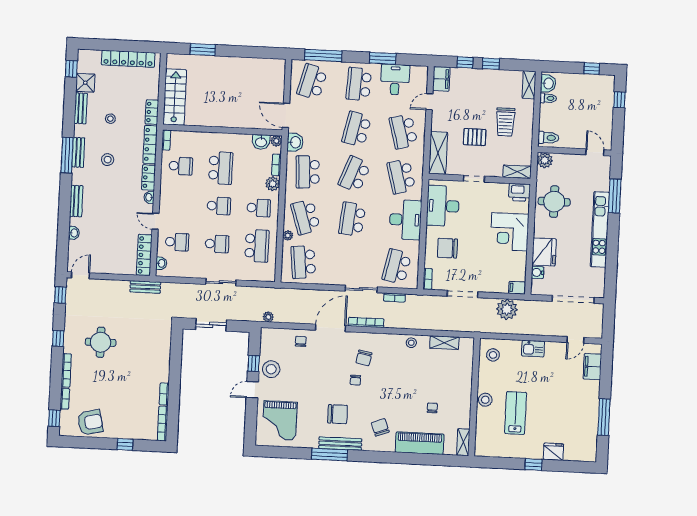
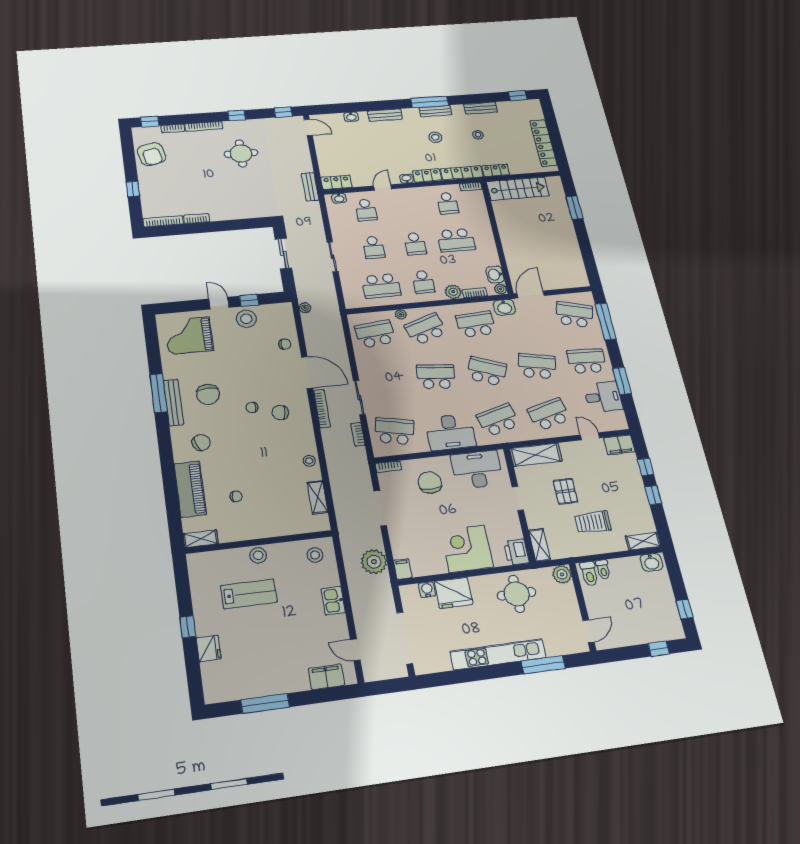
shower: (85, 83) -> (508, 109), removed
toilet: (548, 98) -> (603, 569), moved
locker: (144, 255) -> (336, 182), width x0.66

